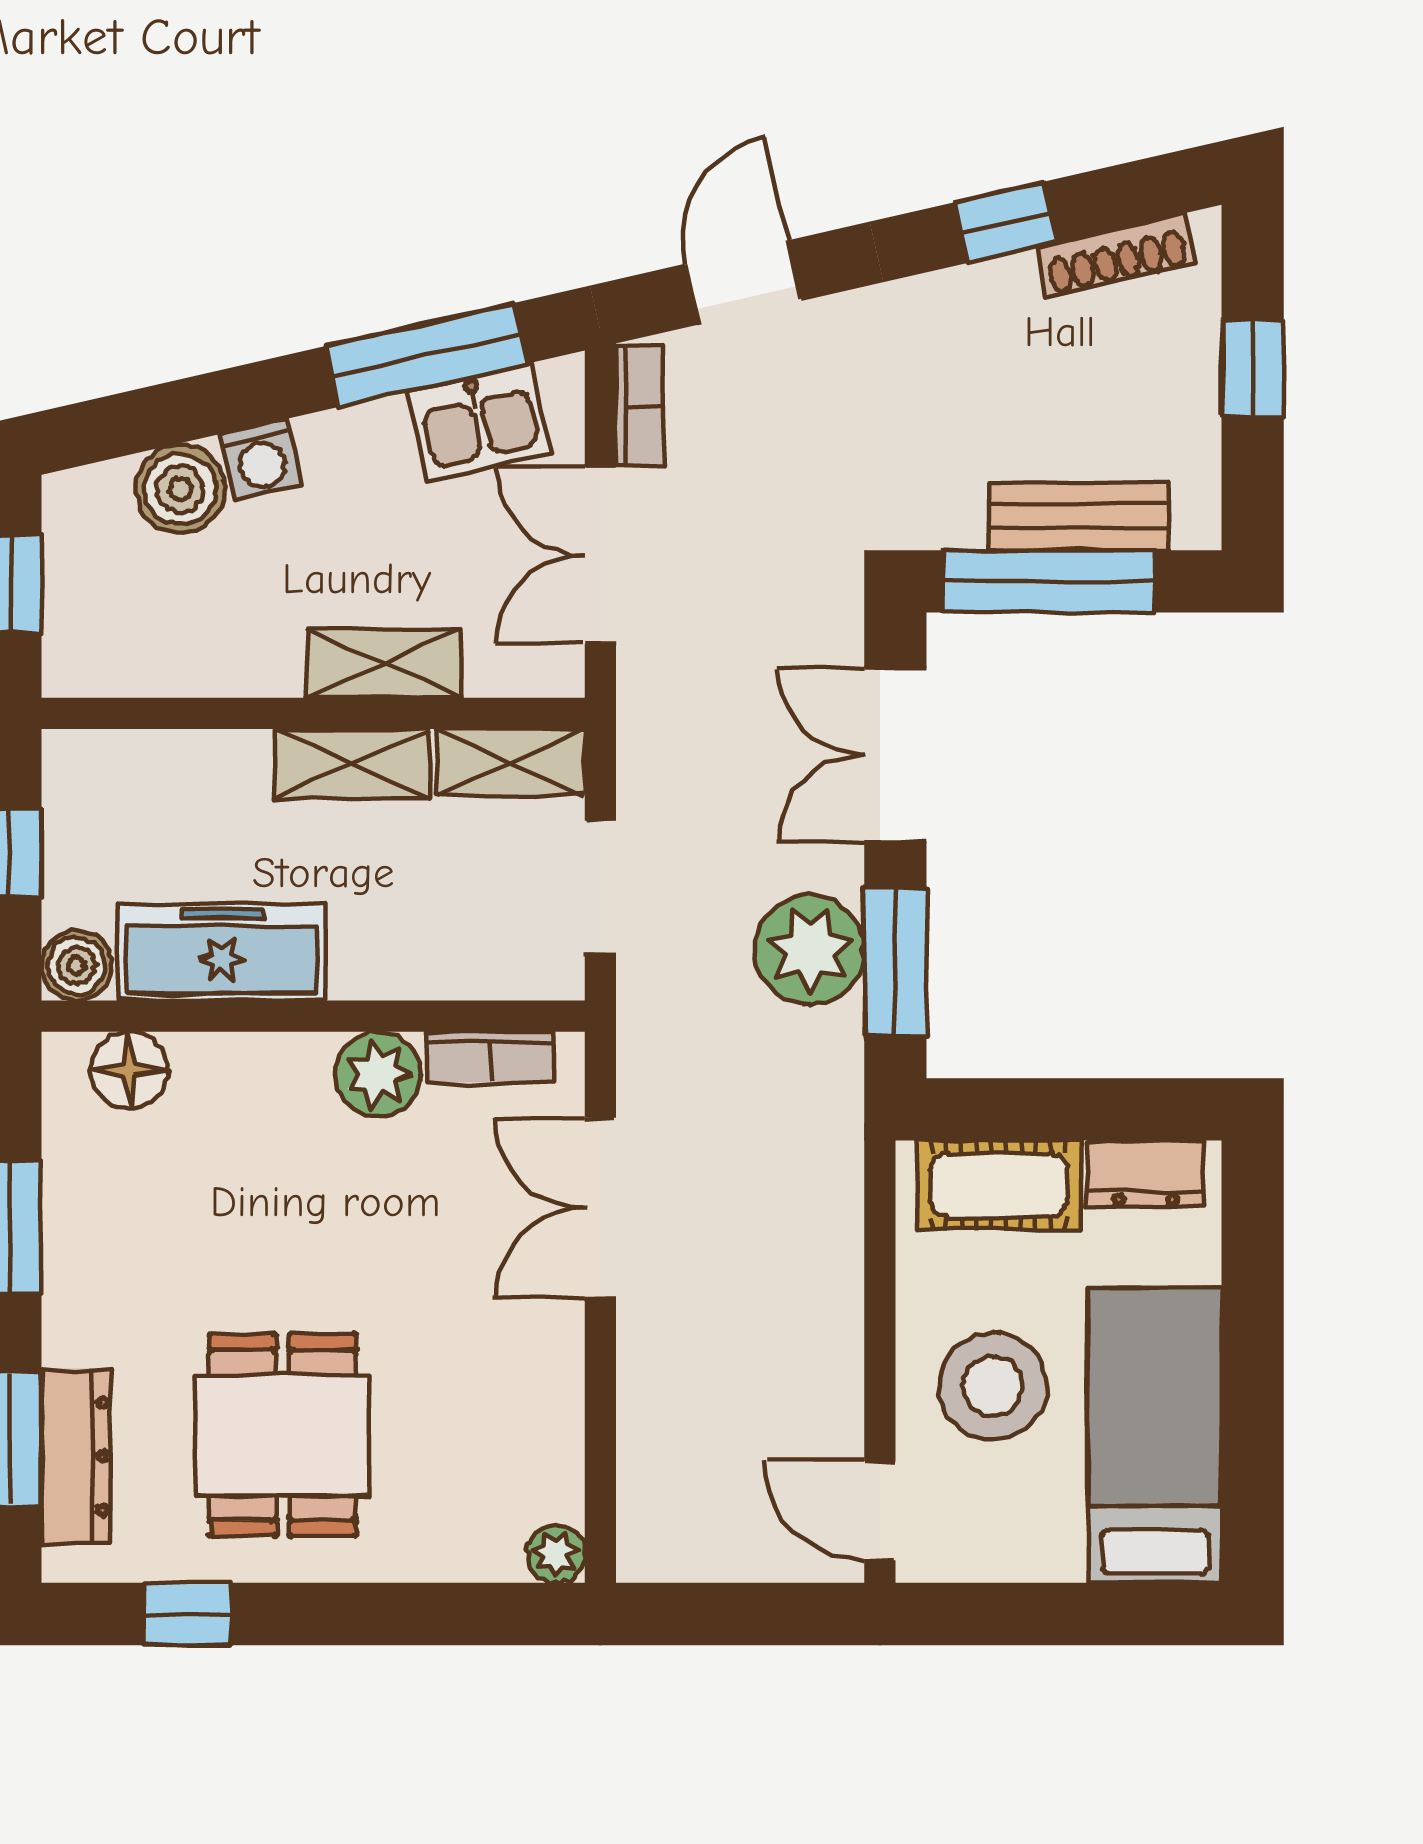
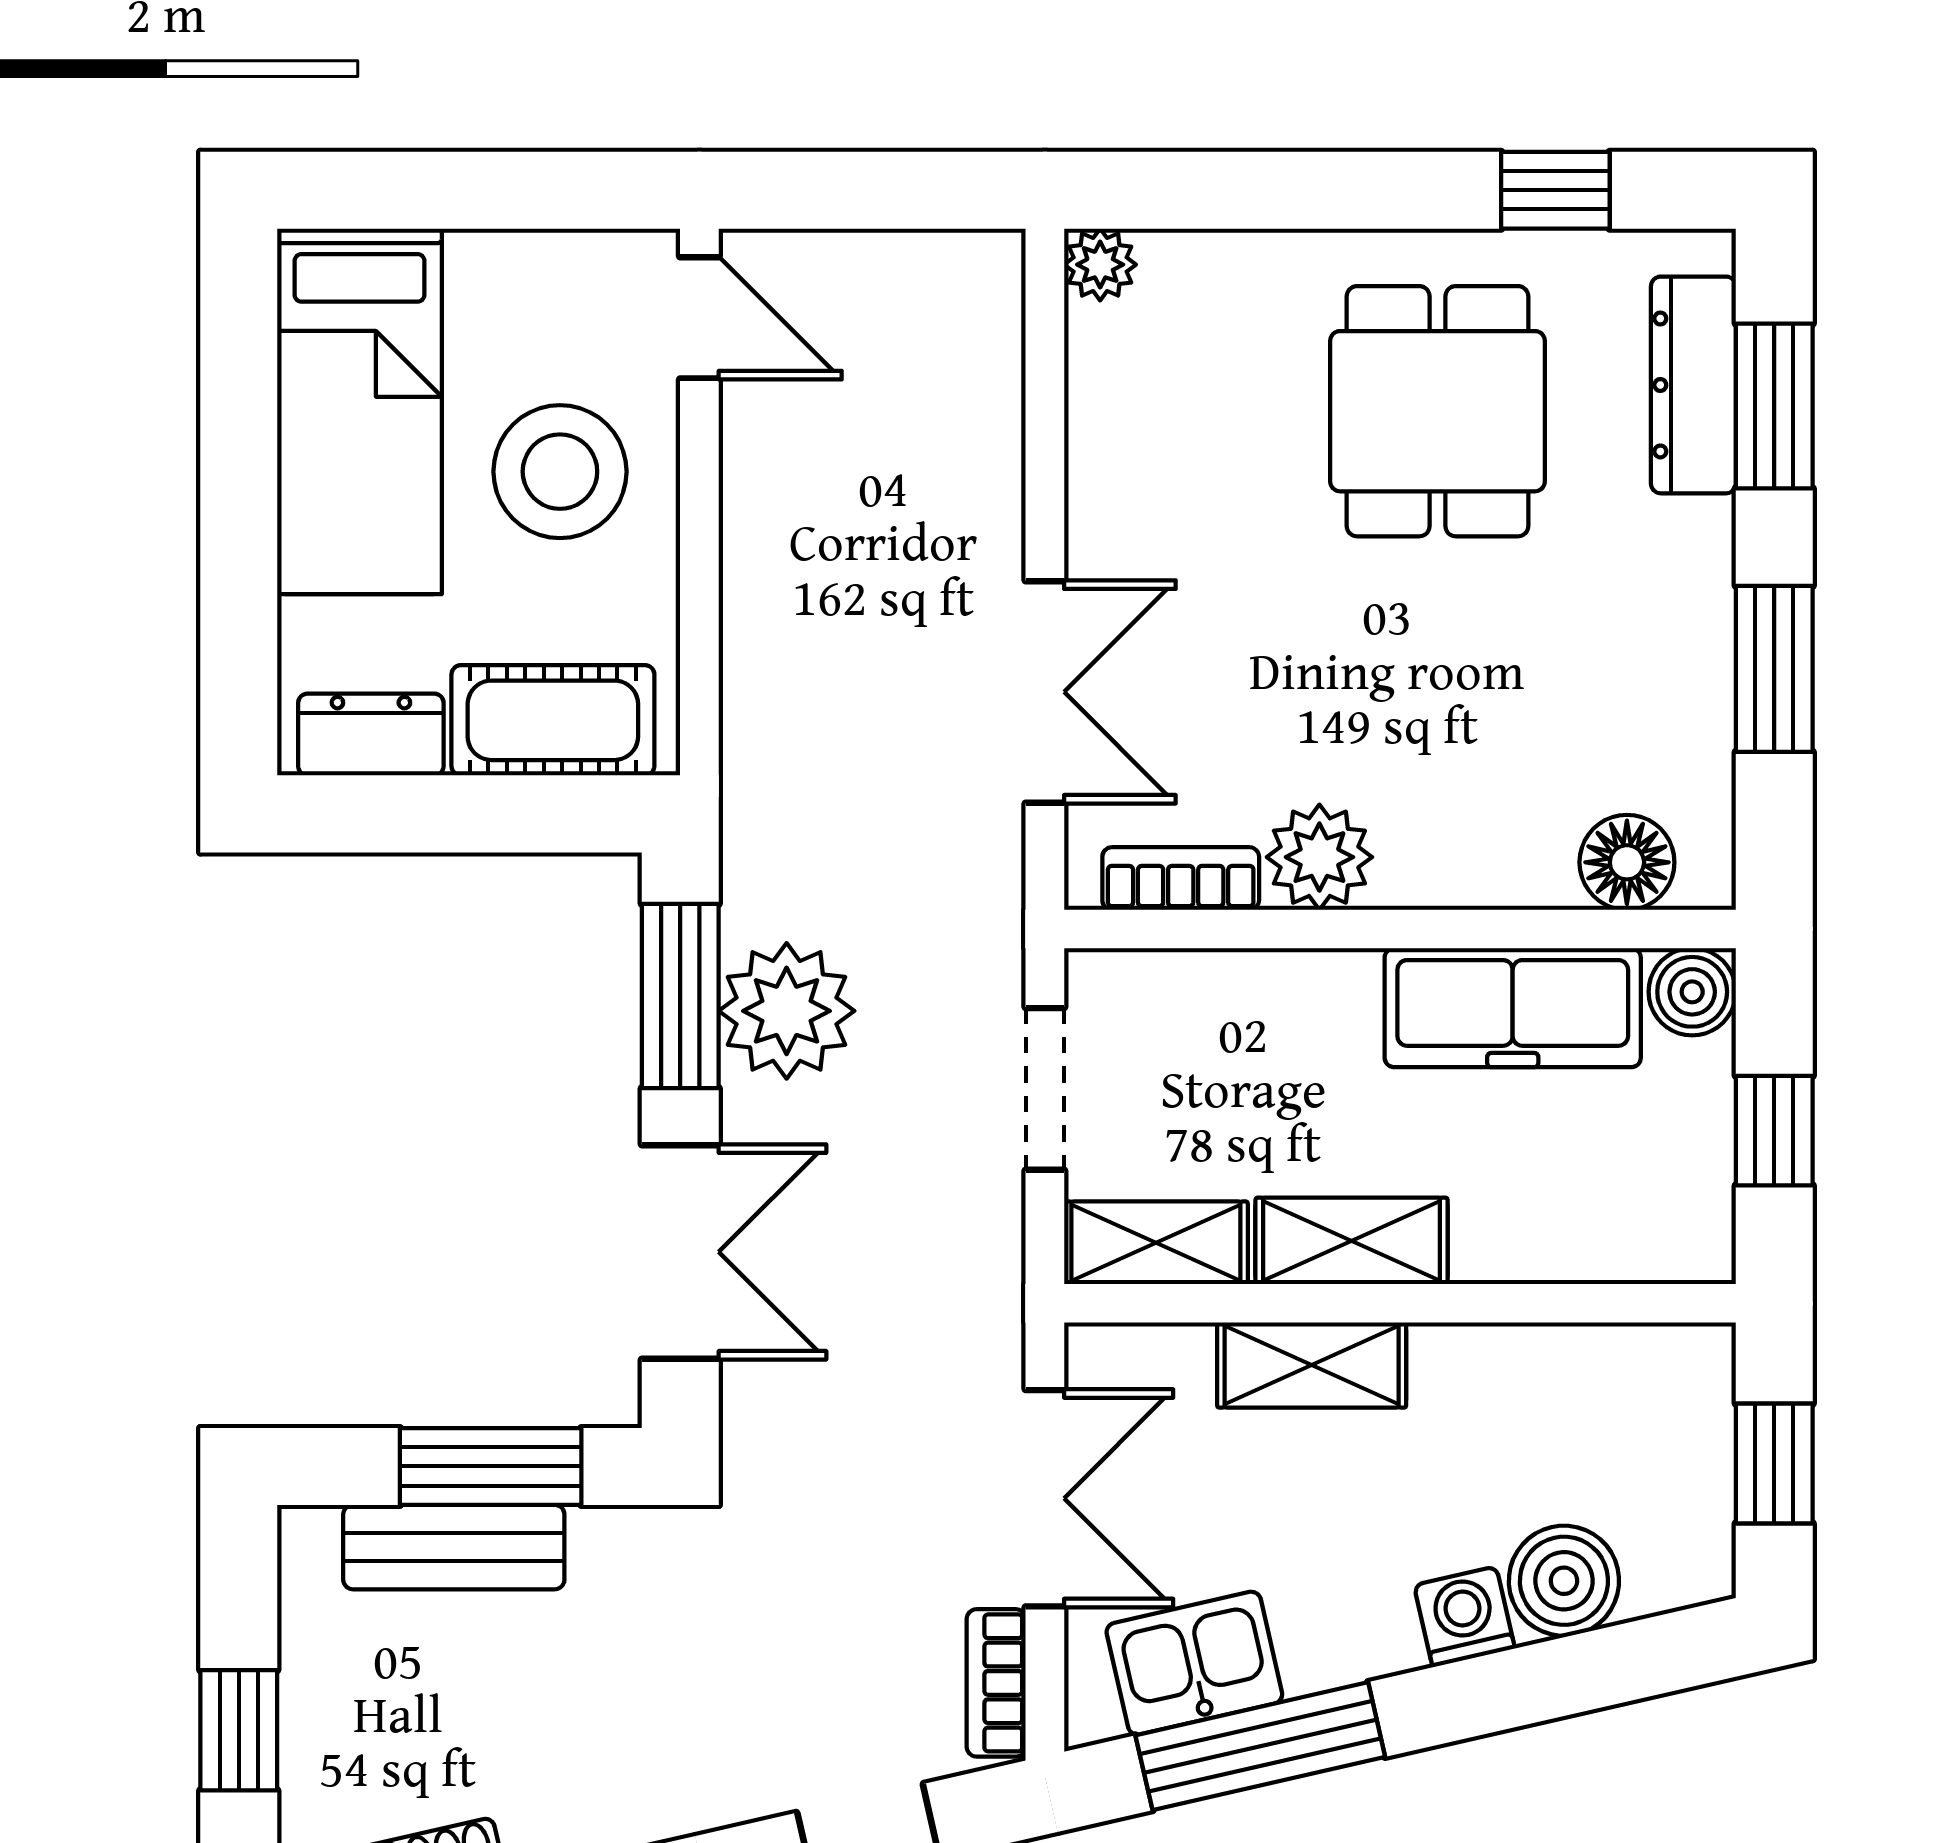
window: (1049, 581) -> (491, 1466), width x0.69

